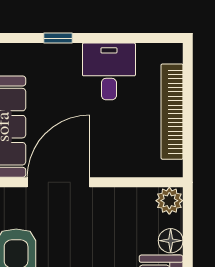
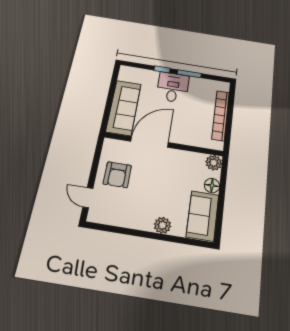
window: (108, 38) -> (189, 74), added
desk: (109, 71) -> (173, 87), moved

